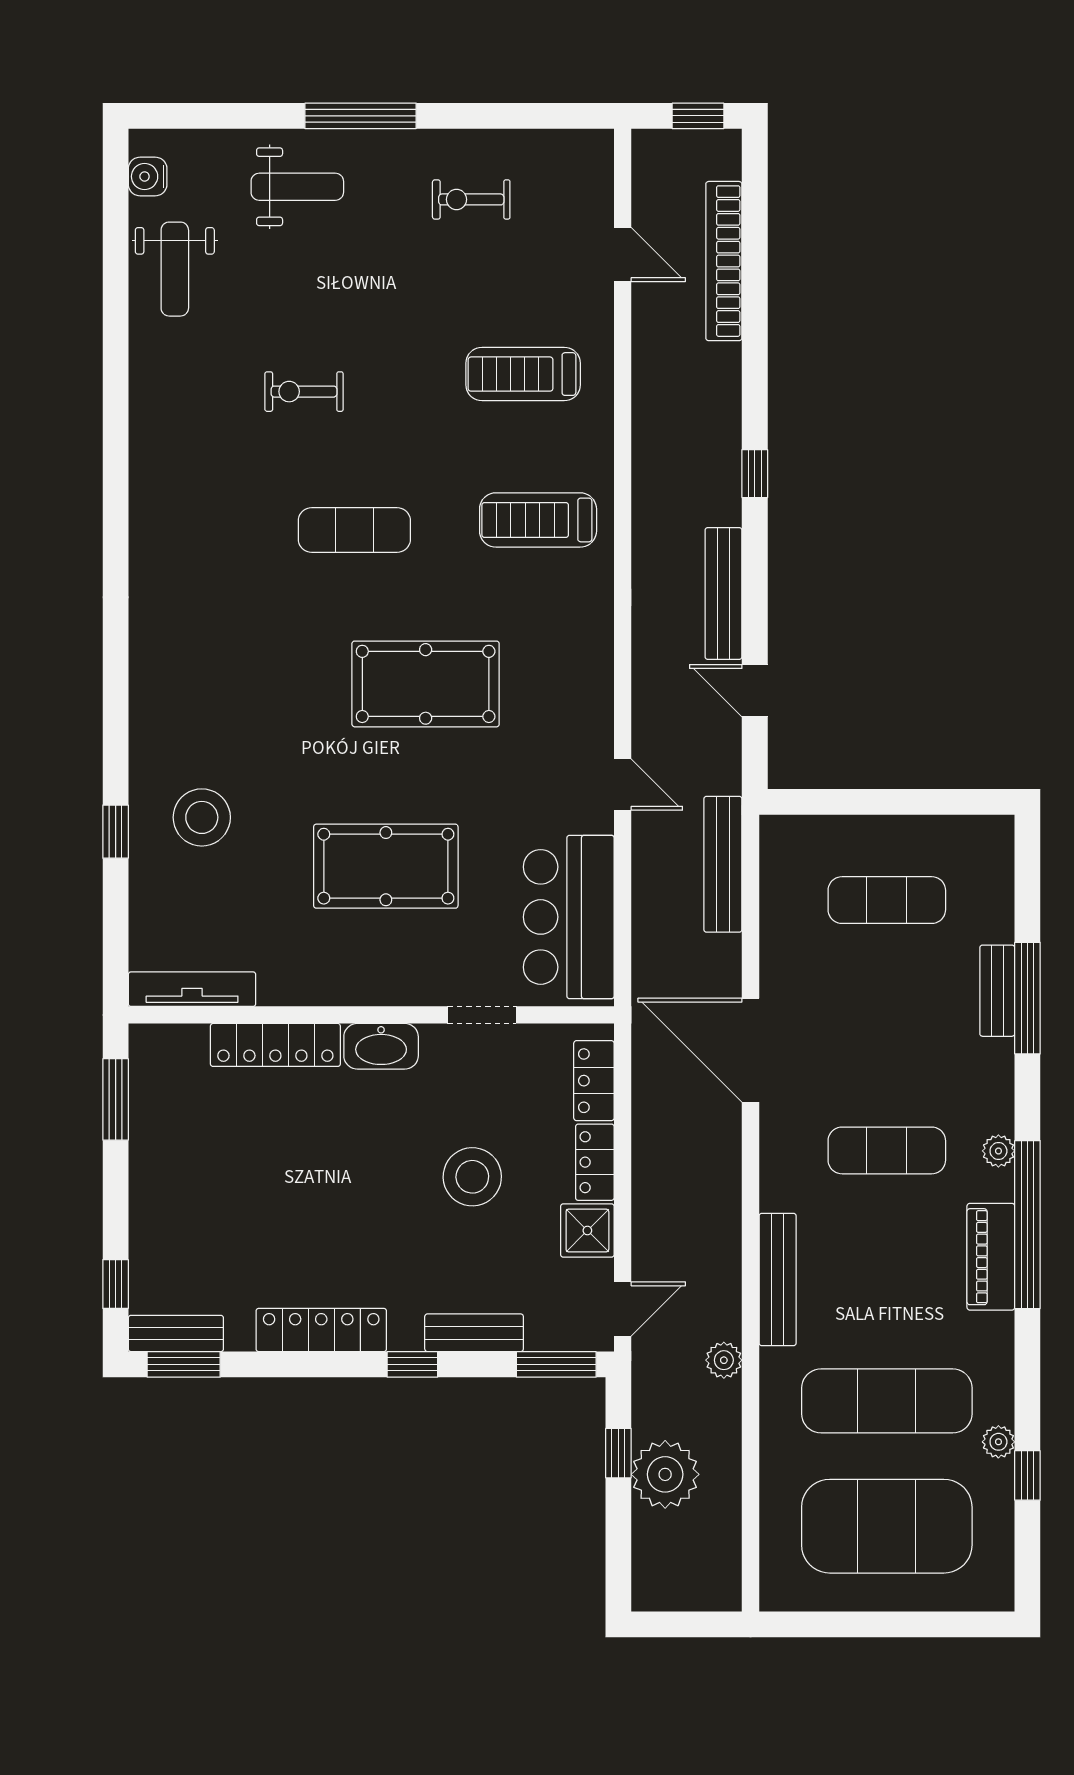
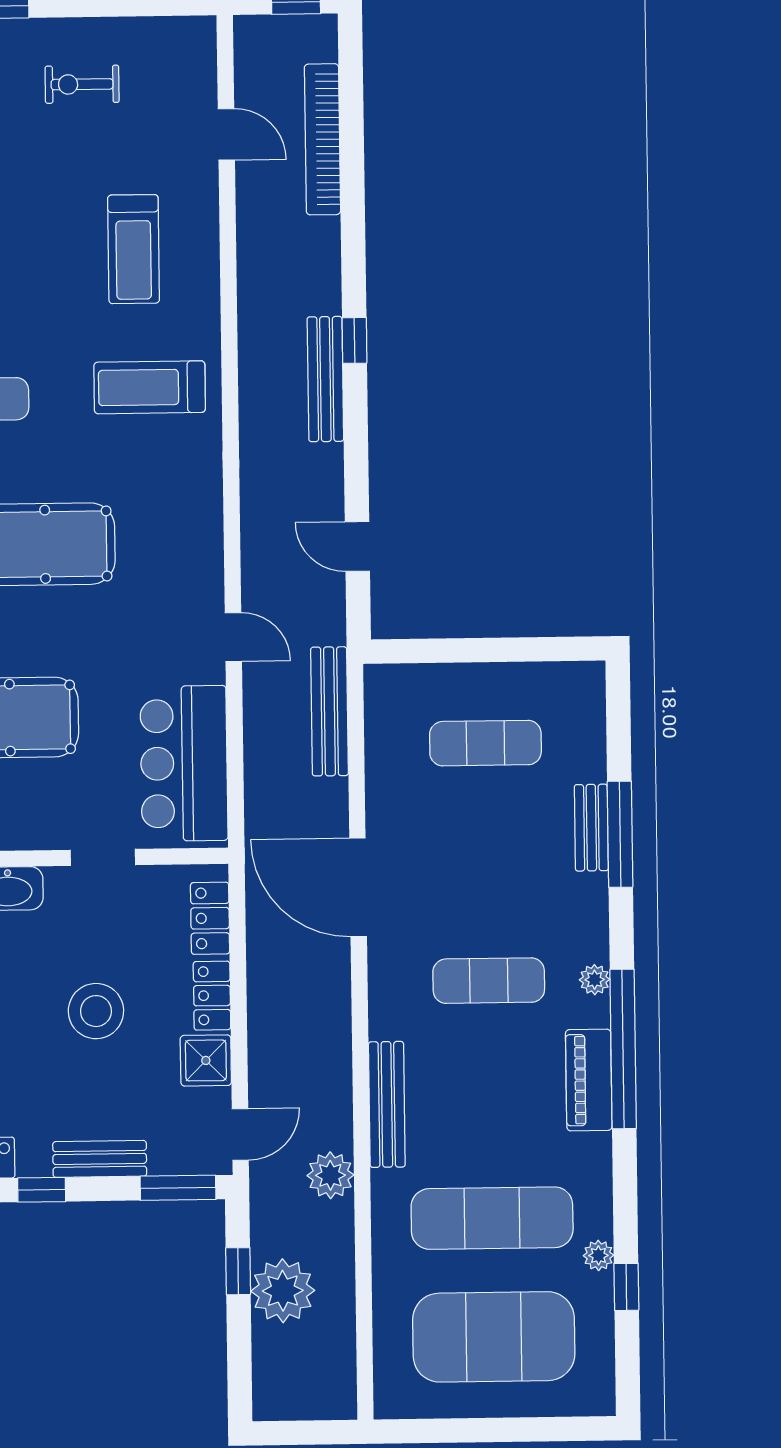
treadmill: (523, 374) -> (134, 249), turned -90
bench: (724, 594) -> (325, 379), moved
plant: (724, 1360) -> (330, 1175), width x1.38, depth x1.38

